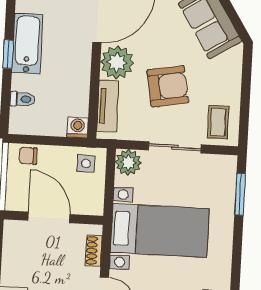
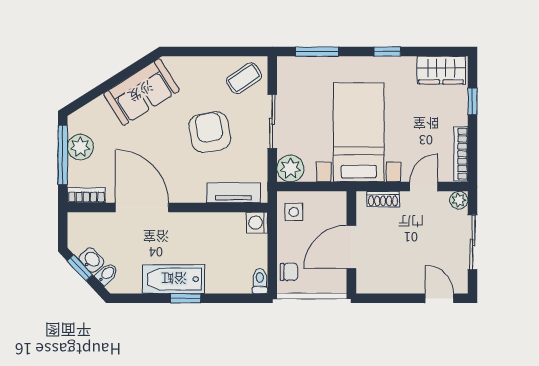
plant: (117, 62) -> (188, 186), removed
toilet: (22, 99) -> (260, 281), moved
coffee table: (218, 122) -> (244, 78), turned -34
chair: (28, 156) -> (289, 272), turned -90
window: (236, 262) -> (387, 52), added

